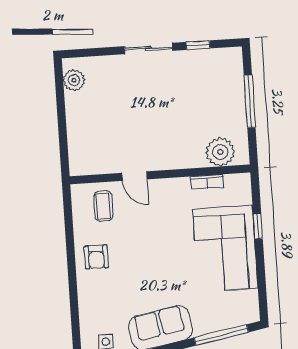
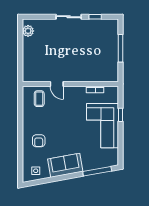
plant: (220, 152) -> (103, 74), removed
armchair: (96, 257) -> (39, 141), moved

